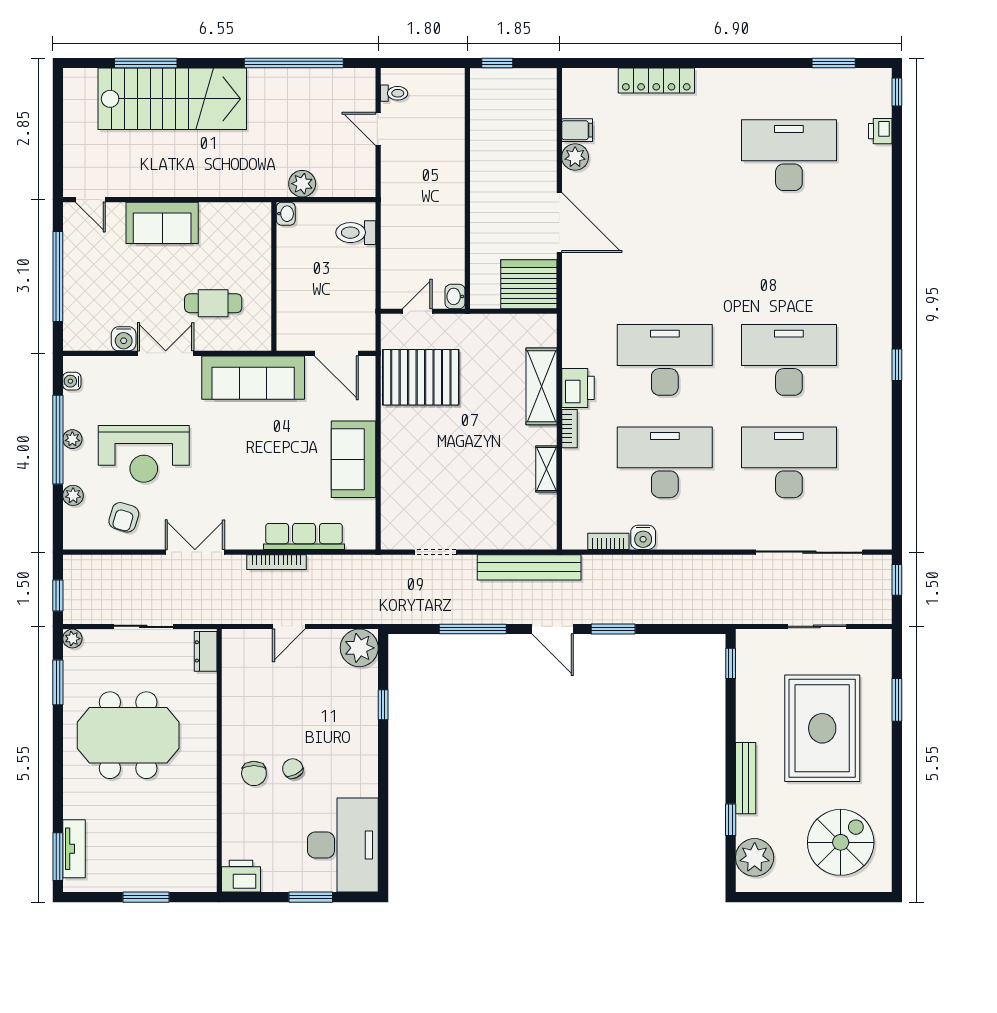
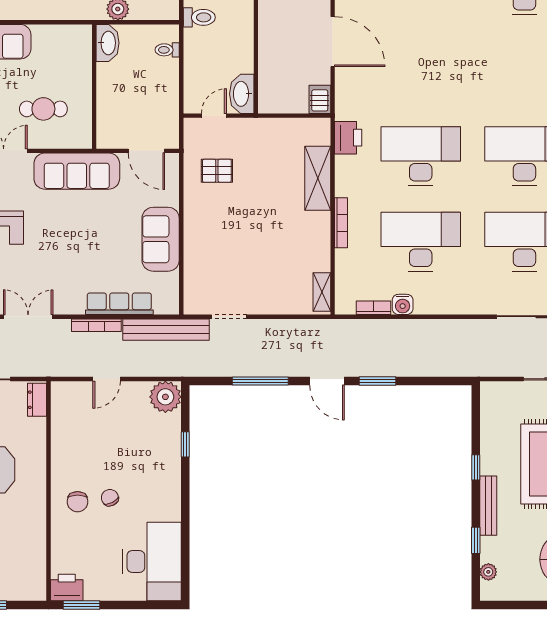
toilet: (400, 194) -> (199, 17), added
washbasin: (286, 214) -> (108, 43), width x1.91, depth x1.45
toilet: (356, 233) -> (167, 50), width x0.73, depth x0.72
server rack: (529, 284) -> (320, 99), width x0.46, depth x0.70
washbasin: (455, 296) -> (242, 94), width x1.91, depth x1.45
pallet: (421, 377) -> (217, 171), width x0.49, depth x0.50
printer: (578, 388) -> (348, 138), moved
bookcase: (569, 429) -> (341, 223), width x1.56
shelving: (546, 469) -> (322, 292), moved
bench: (529, 567) -> (166, 330), moved
window: (731, 663) -> (476, 467), moved
plant: (755, 857) -> (488, 572), width x0.53, depth x0.53
window: (311, 897) -> (82, 605), moved

